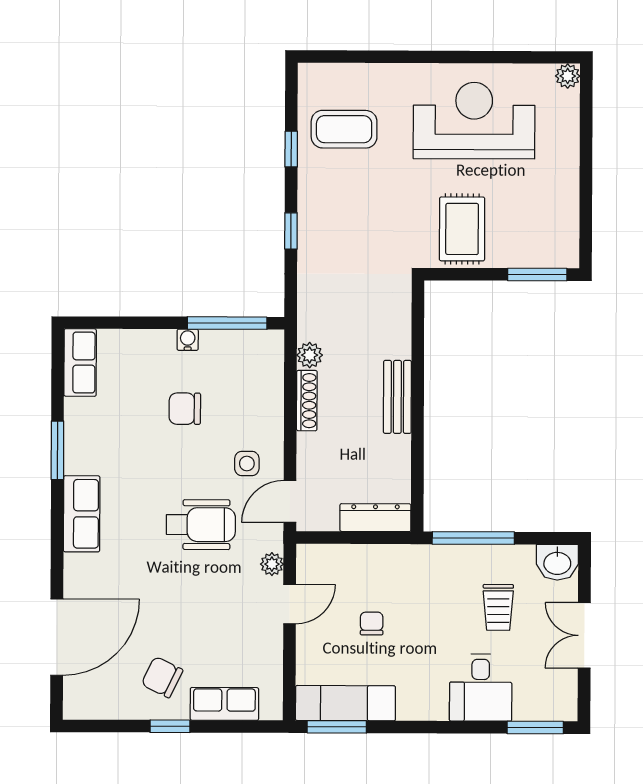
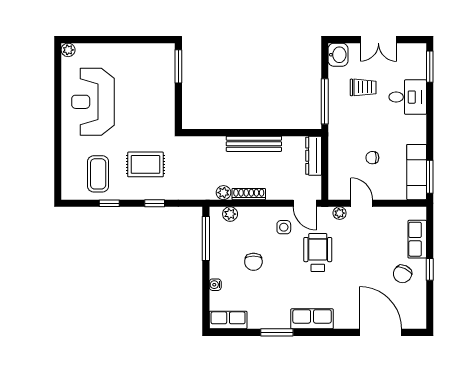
rug: (462, 229) -> (145, 164), moved
water cooler: (188, 340) -> (215, 285), moved
plant: (271, 367) -> (230, 214), added
bench: (397, 397) -> (254, 144), width x1.36

